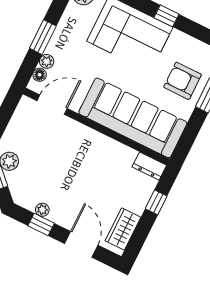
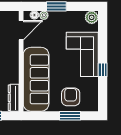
door: (52, 105) -> (21, 30), hinge flipped
dresser: (149, 166) -> (14, 98), width x1.44

